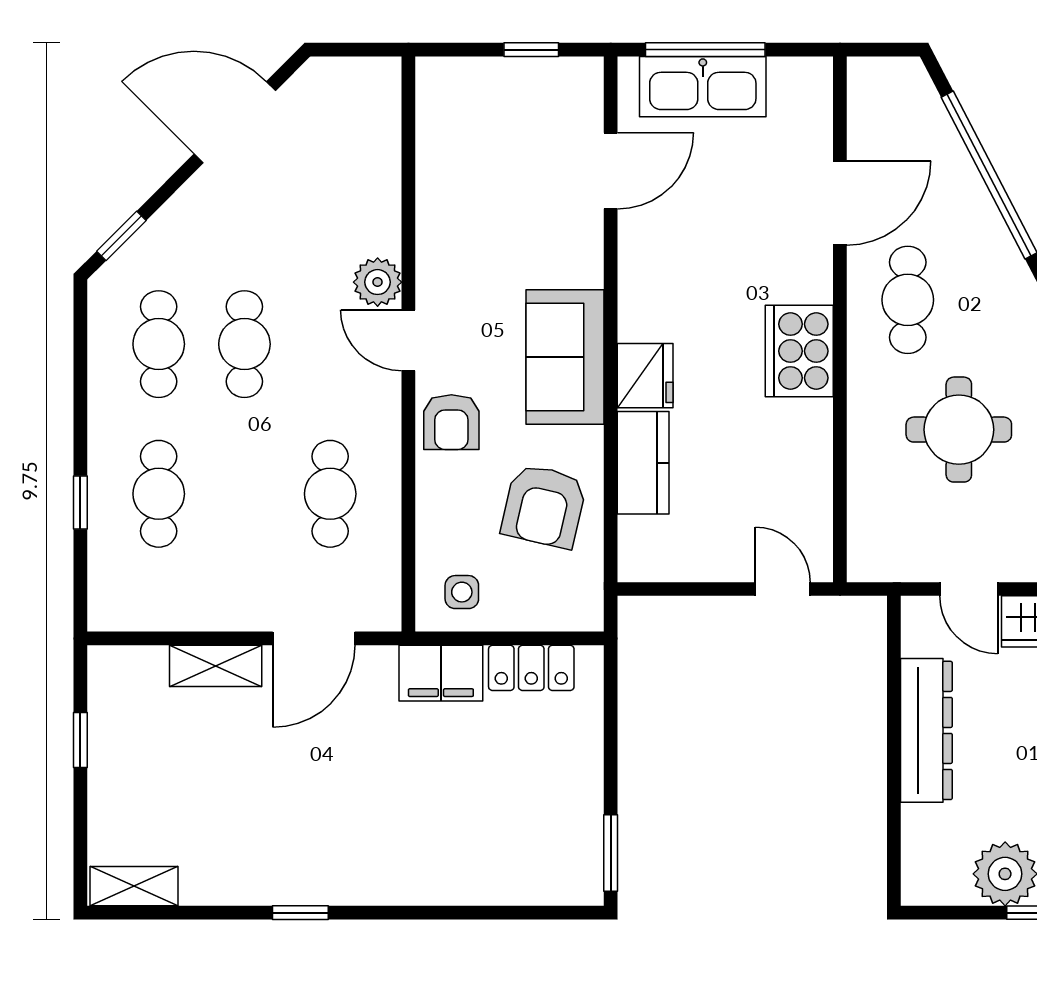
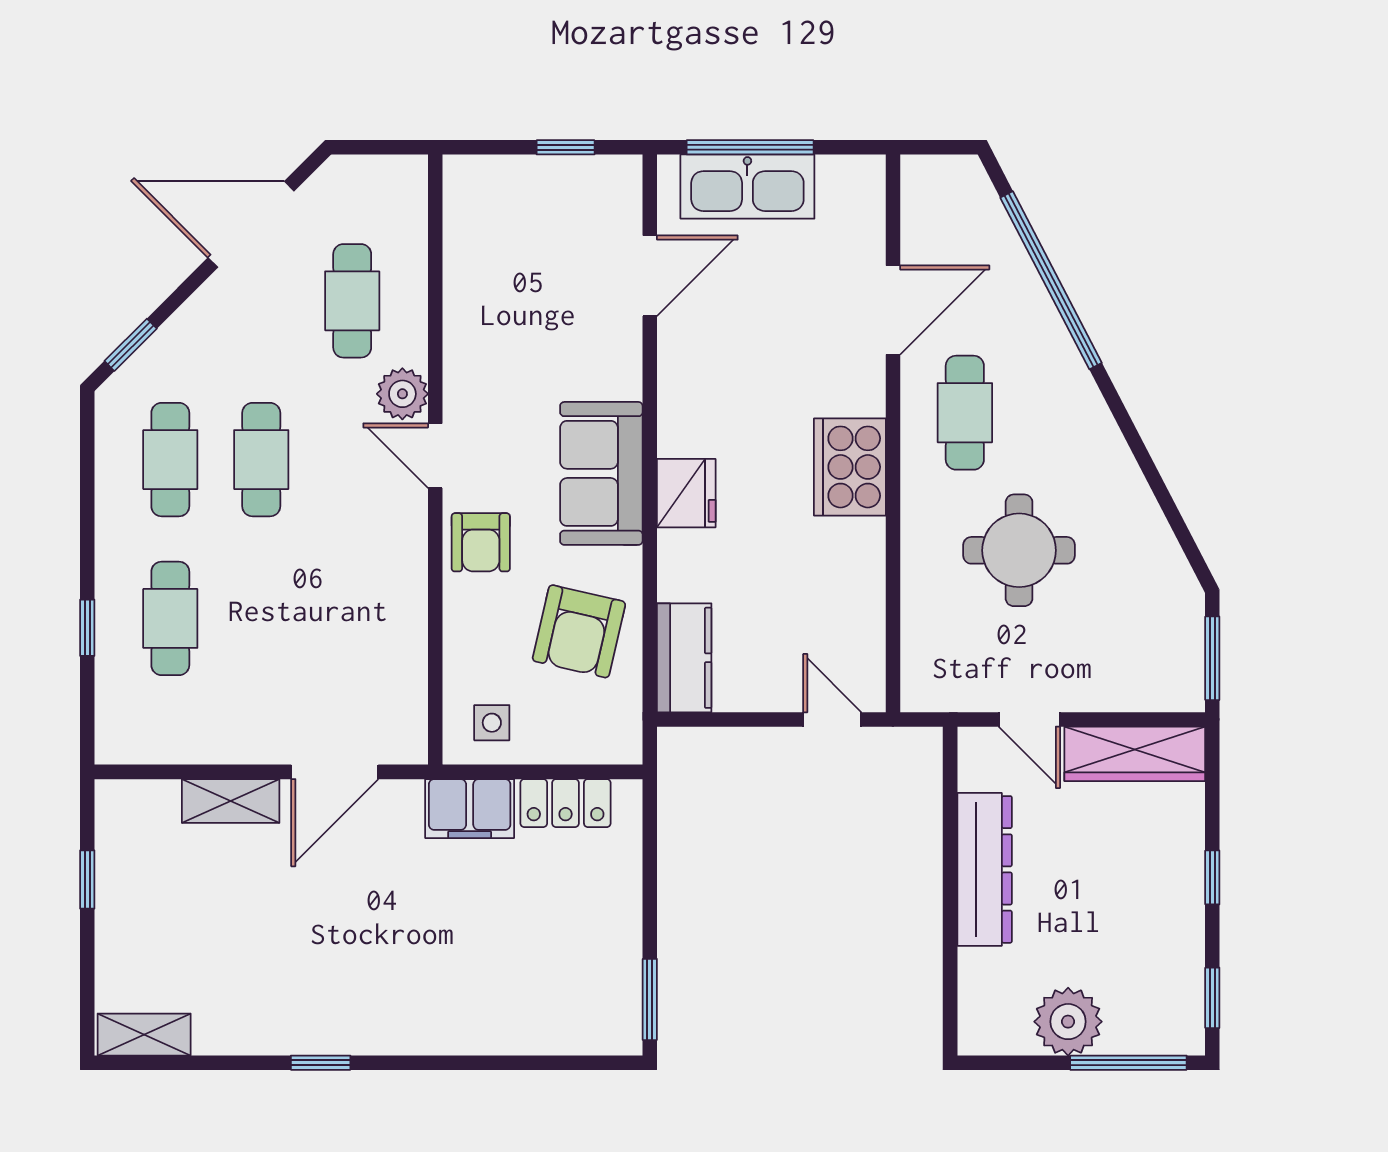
kitchen counter: (643, 463) -> (684, 658), moved
cafe table: (330, 494) -> (352, 301), moved

